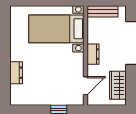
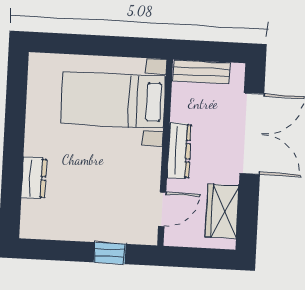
dresser: (93, 54) -> (179, 151), width x1.44

